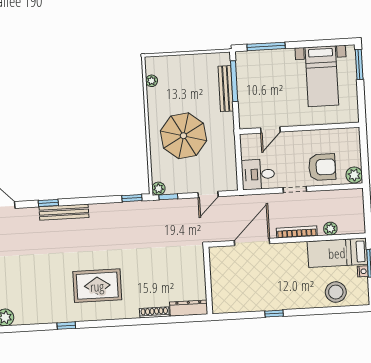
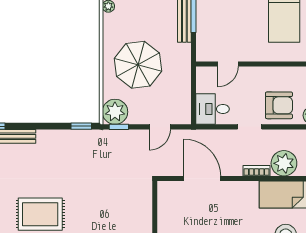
plant: (158, 189) -> (115, 112), width x1.88, depth x1.88
plant: (330, 229) -> (284, 163), width x1.88, depth x1.88
bookcase: (297, 232) -> (257, 171), width x0.64
door: (252, 242) -> (202, 178), hinge flipped

